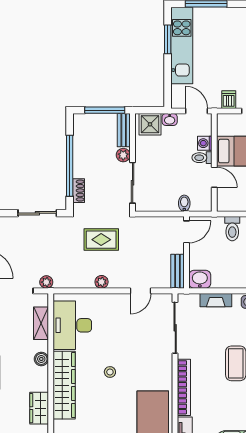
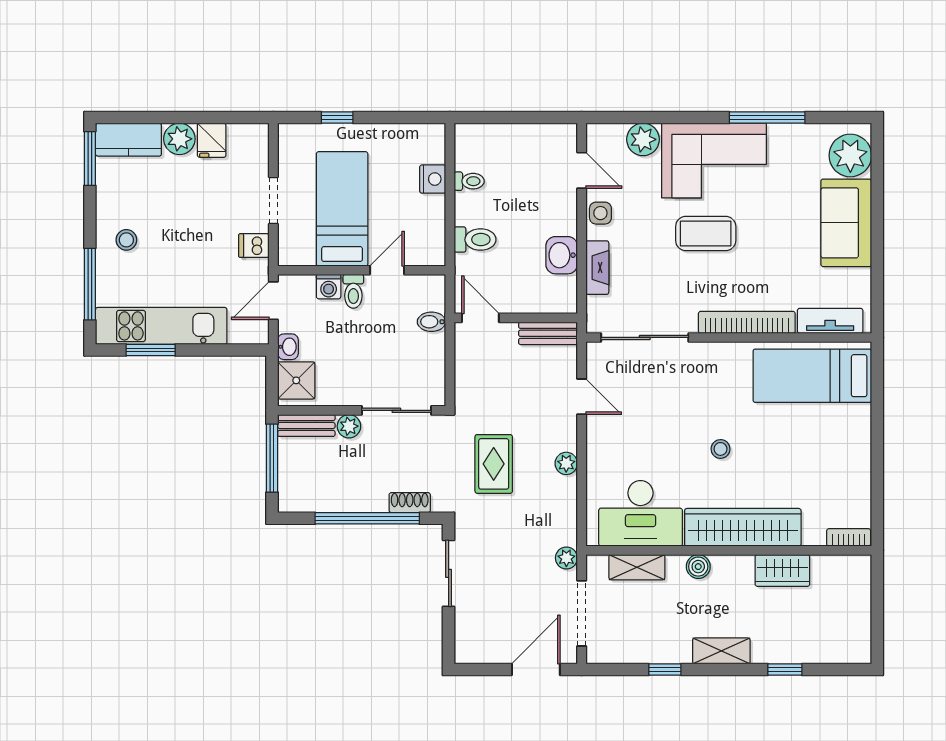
stool: (232, 25) -> (126, 240), added
washbasin: (200, 279) -> (562, 255), moved

